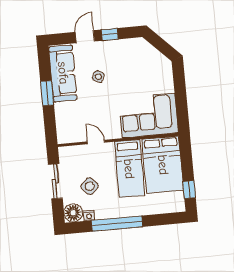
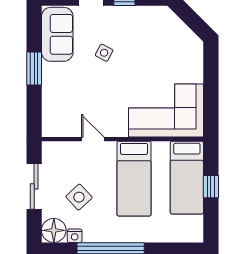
sofa: (63, 73) -> (57, 34), width x0.73
bed: (163, 165) -> (187, 178), width x0.67
window: (189, 190) -> (211, 187), moved

